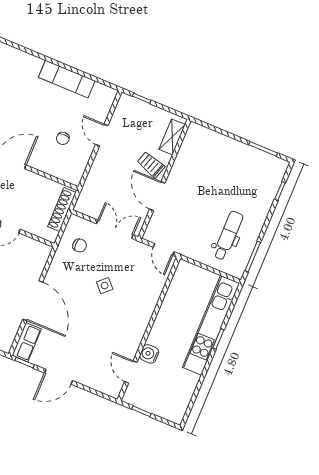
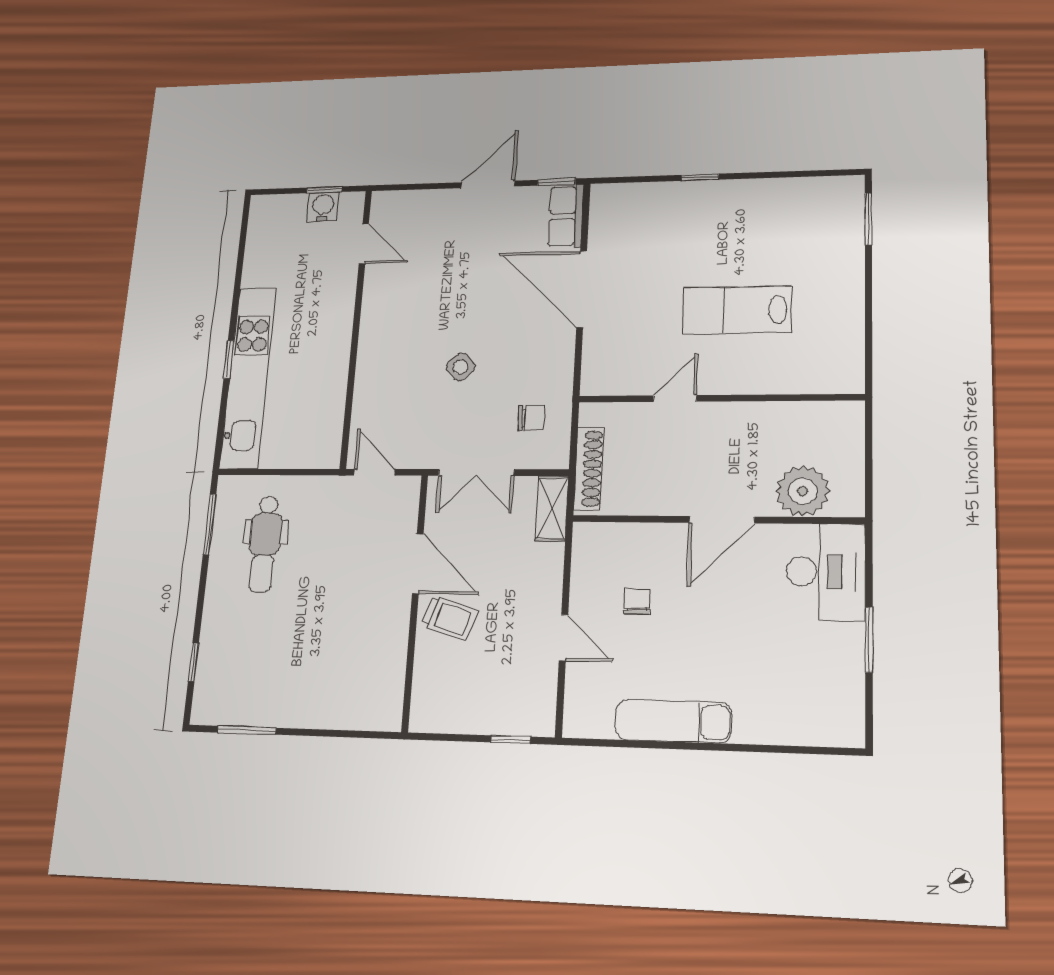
shelving: (172, 137) -> (552, 508), moved
chair: (80, 245) -> (532, 418), turned 180
water cooler: (149, 354) -> (323, 207), moved, turned -90

